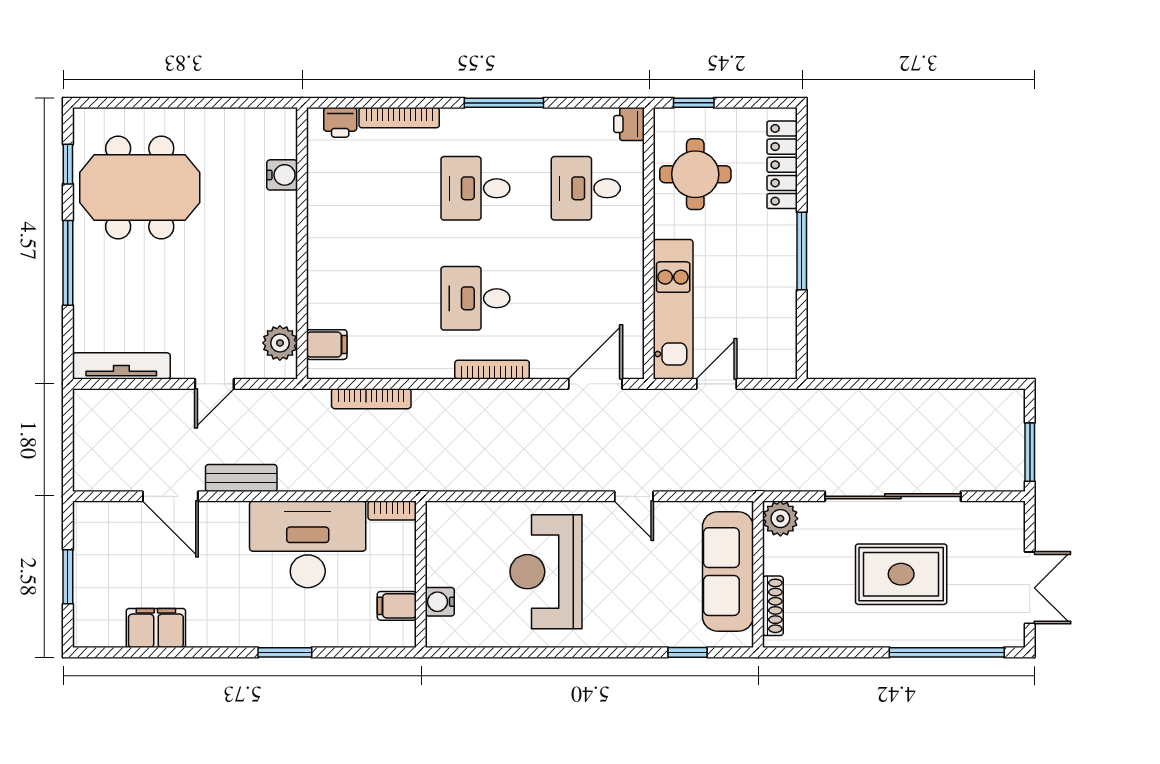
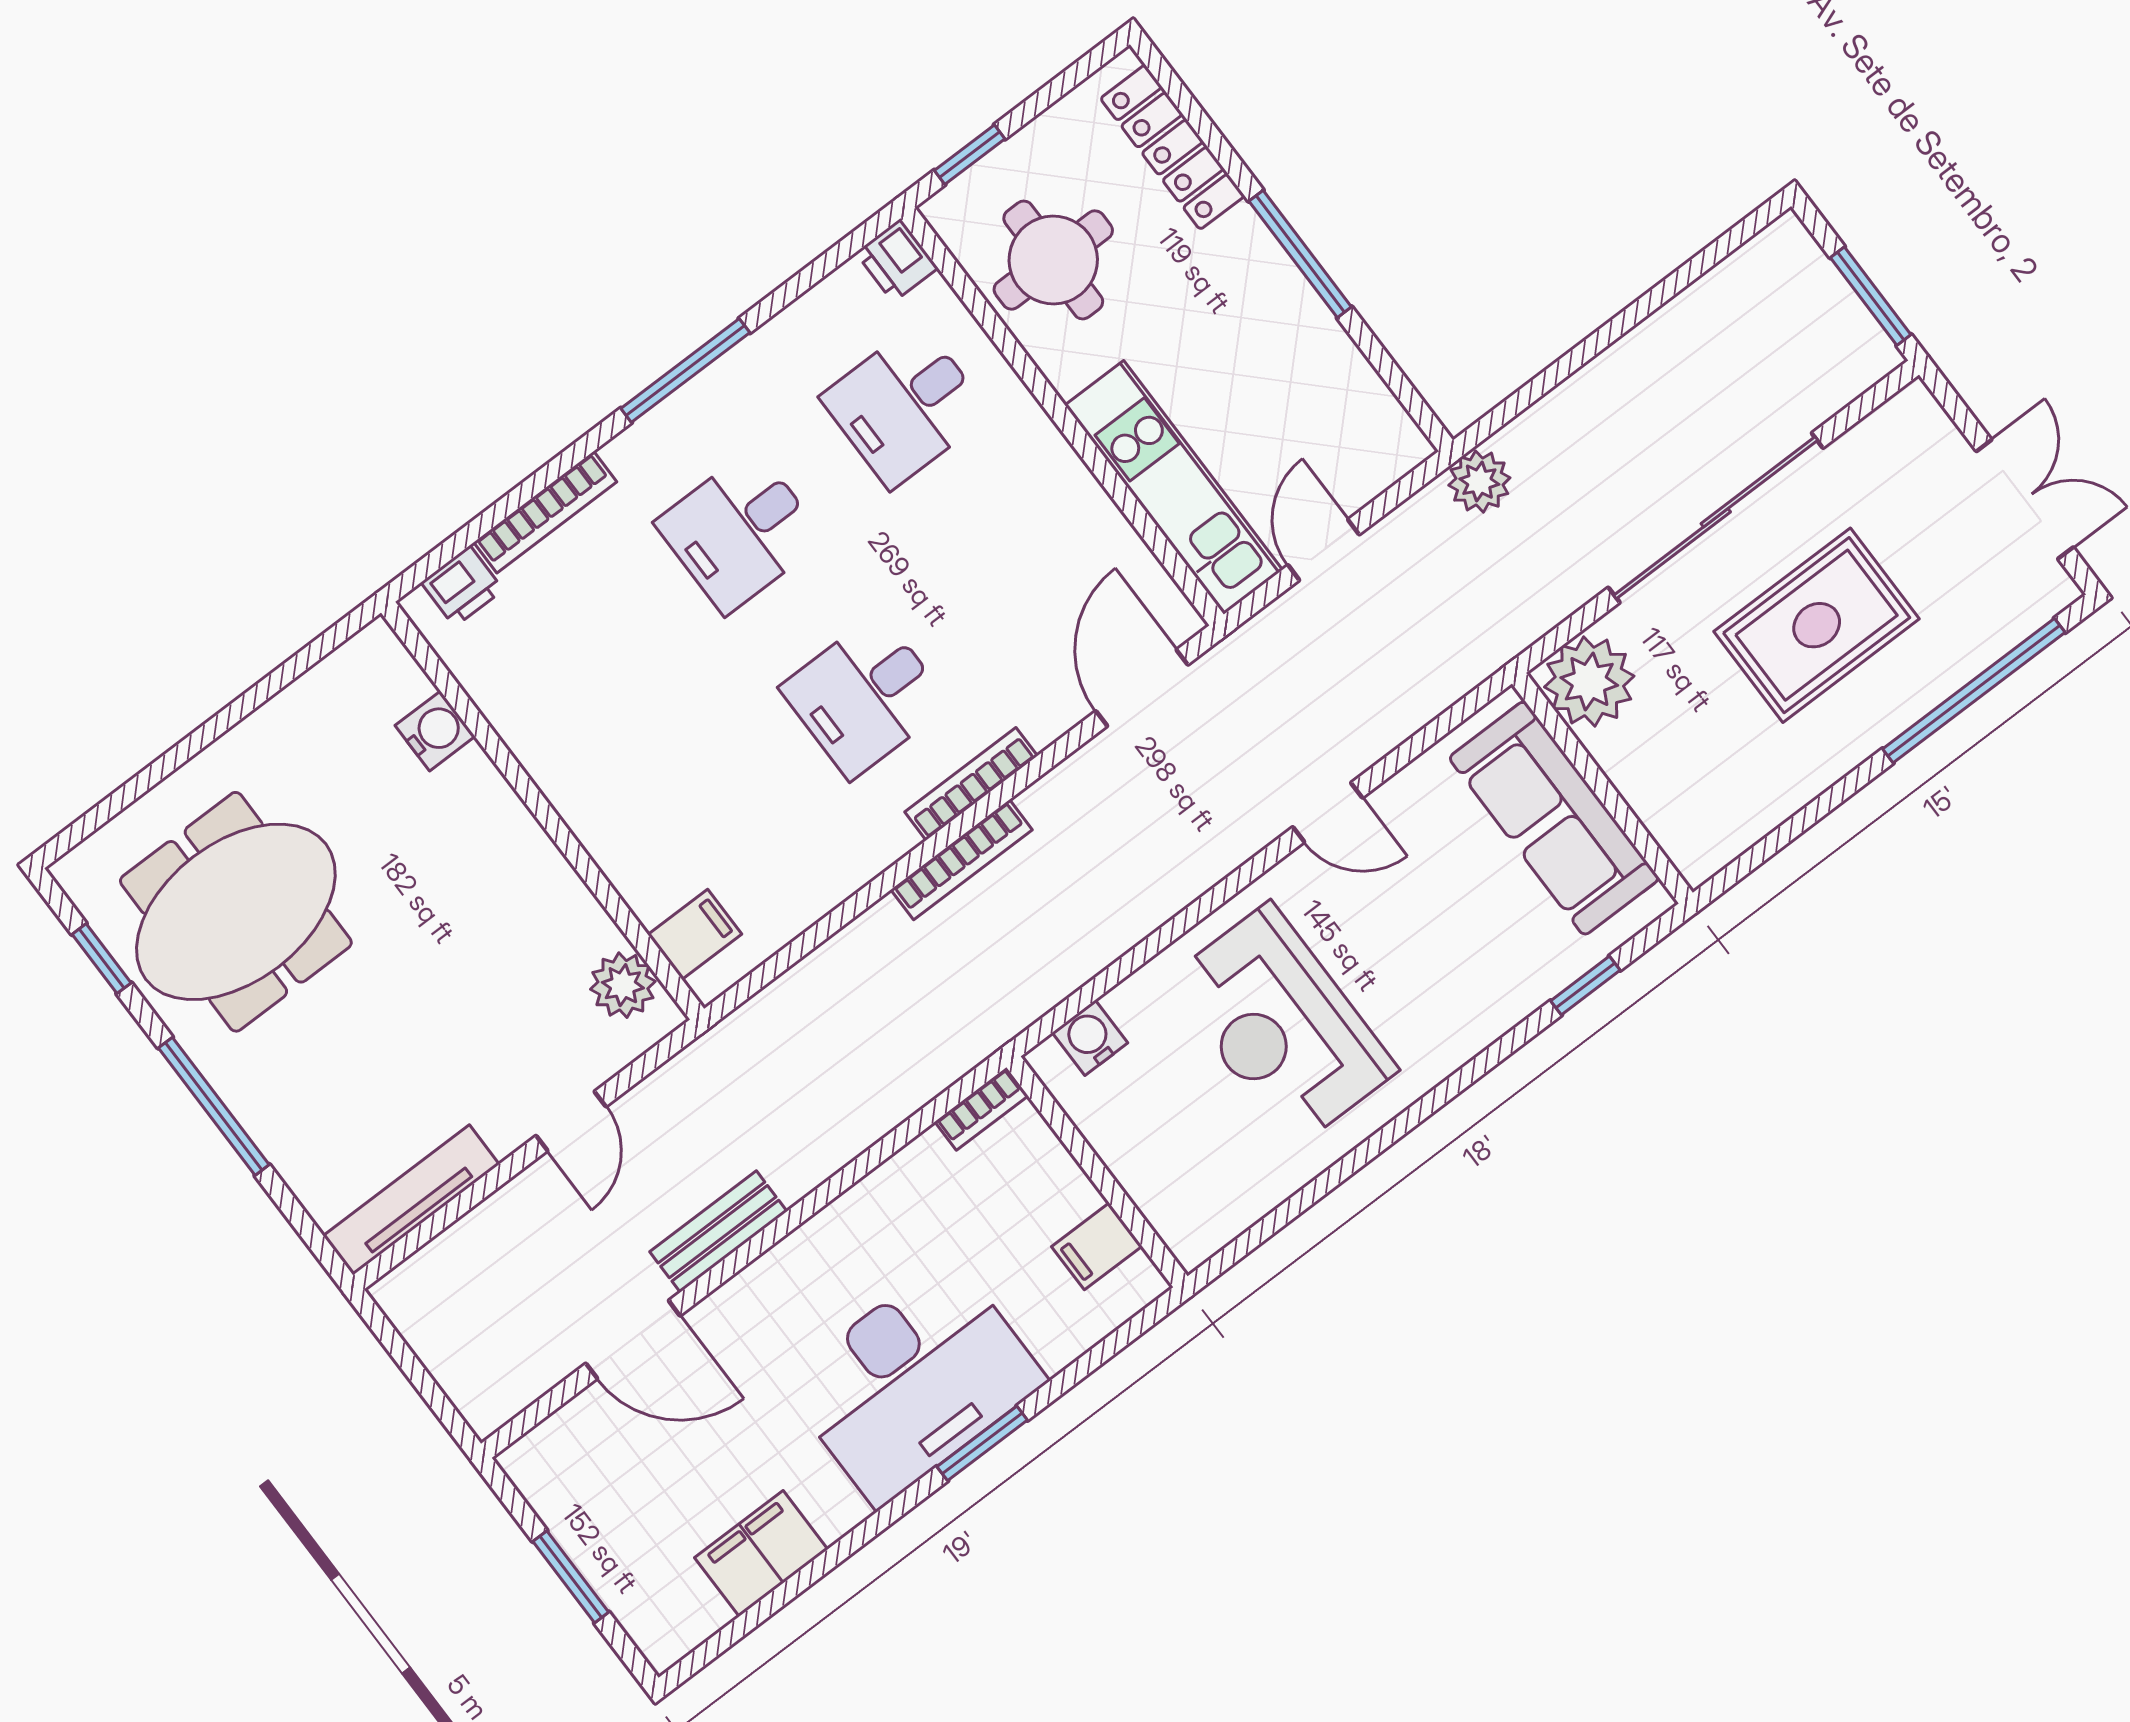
bookcase: (371, 399) -> (961, 860), moved
plant: (804, 405) -> (1479, 482), added
plant: (780, 519) -> (1589, 682), width x1.36, depth x1.36
desk: (308, 544) -> (914, 1382), moved, turned 180
water cooler: (440, 602) -> (1090, 1038), moved, turned 90
shoe rack: (773, 606) -> (1660, 818), removed

